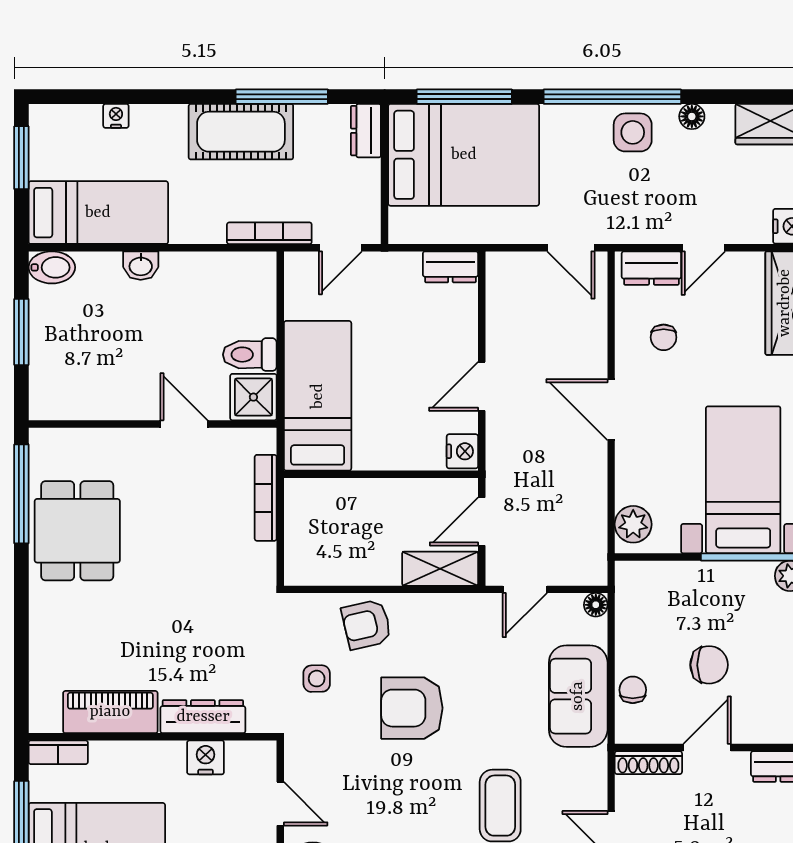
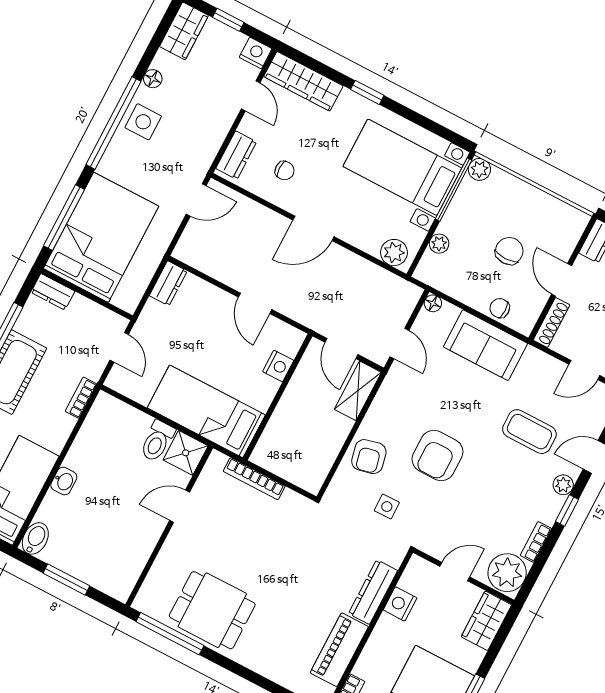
bookcase: (269, 233) -> (81, 398), width x0.64
door: (703, 248) -> (251, 96), moved
nightstand: (462, 451) -> (278, 366), moved, turned 90
plant: (673, 574) -> (439, 244), added

